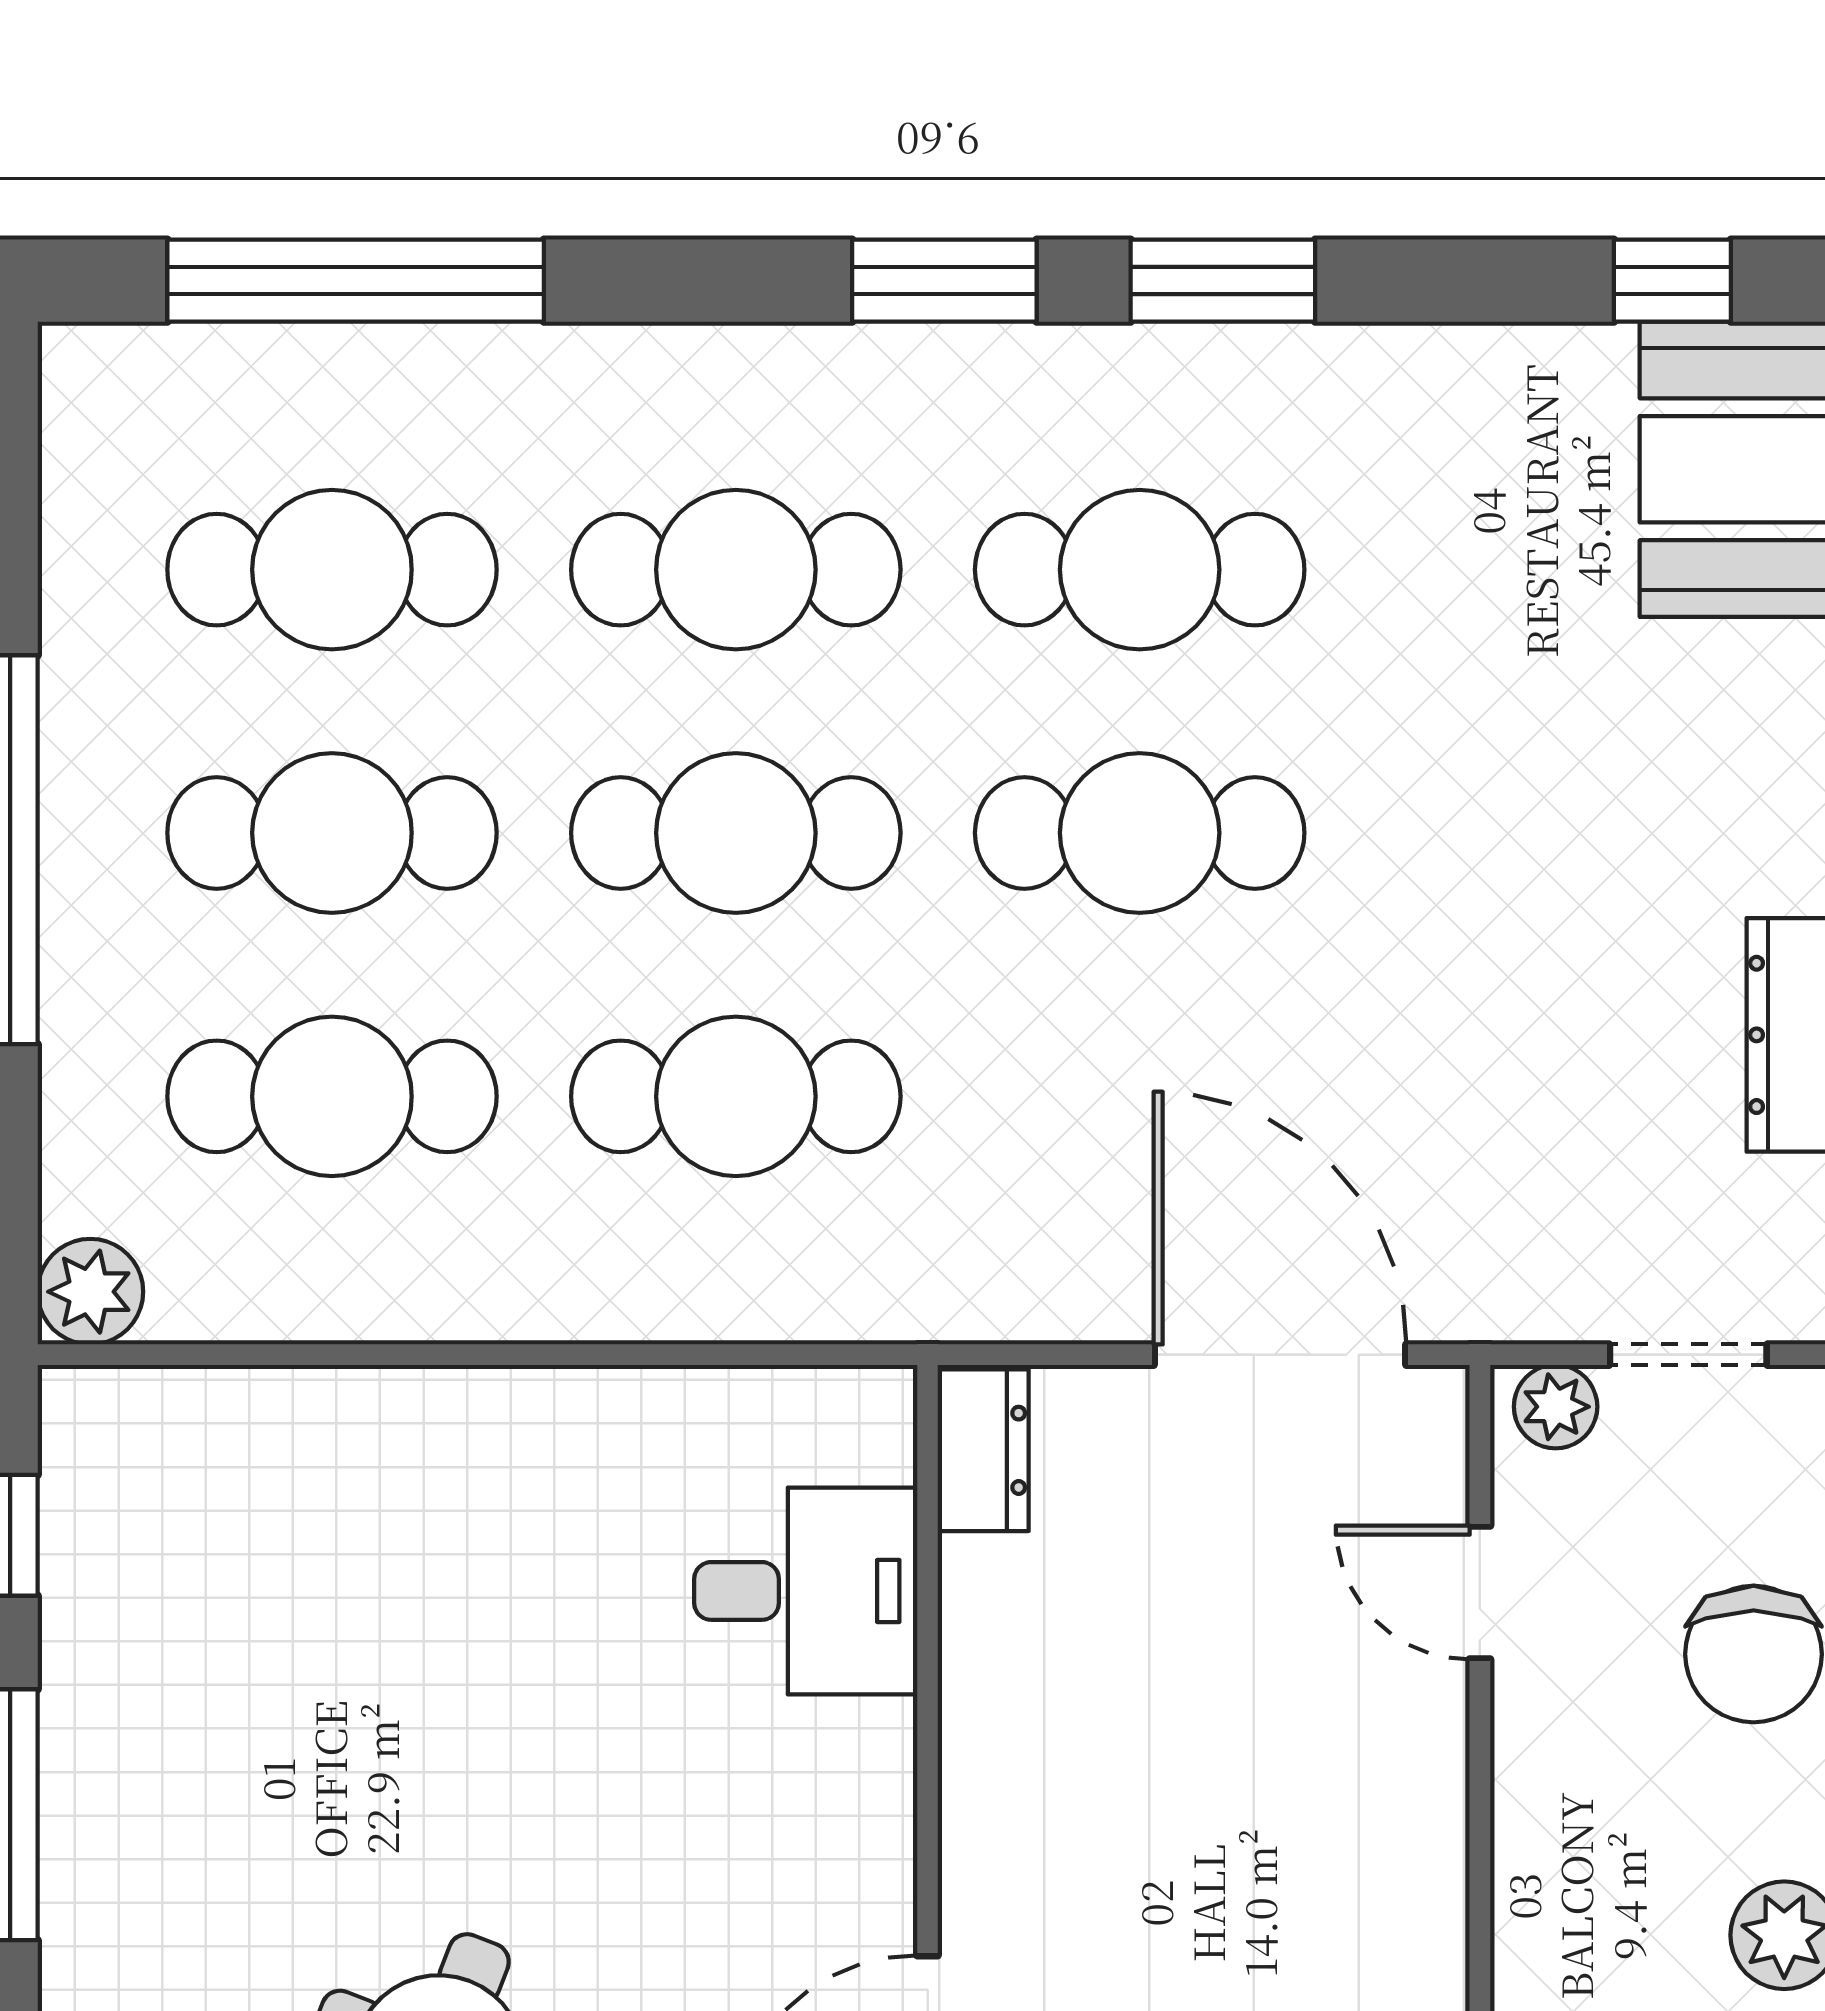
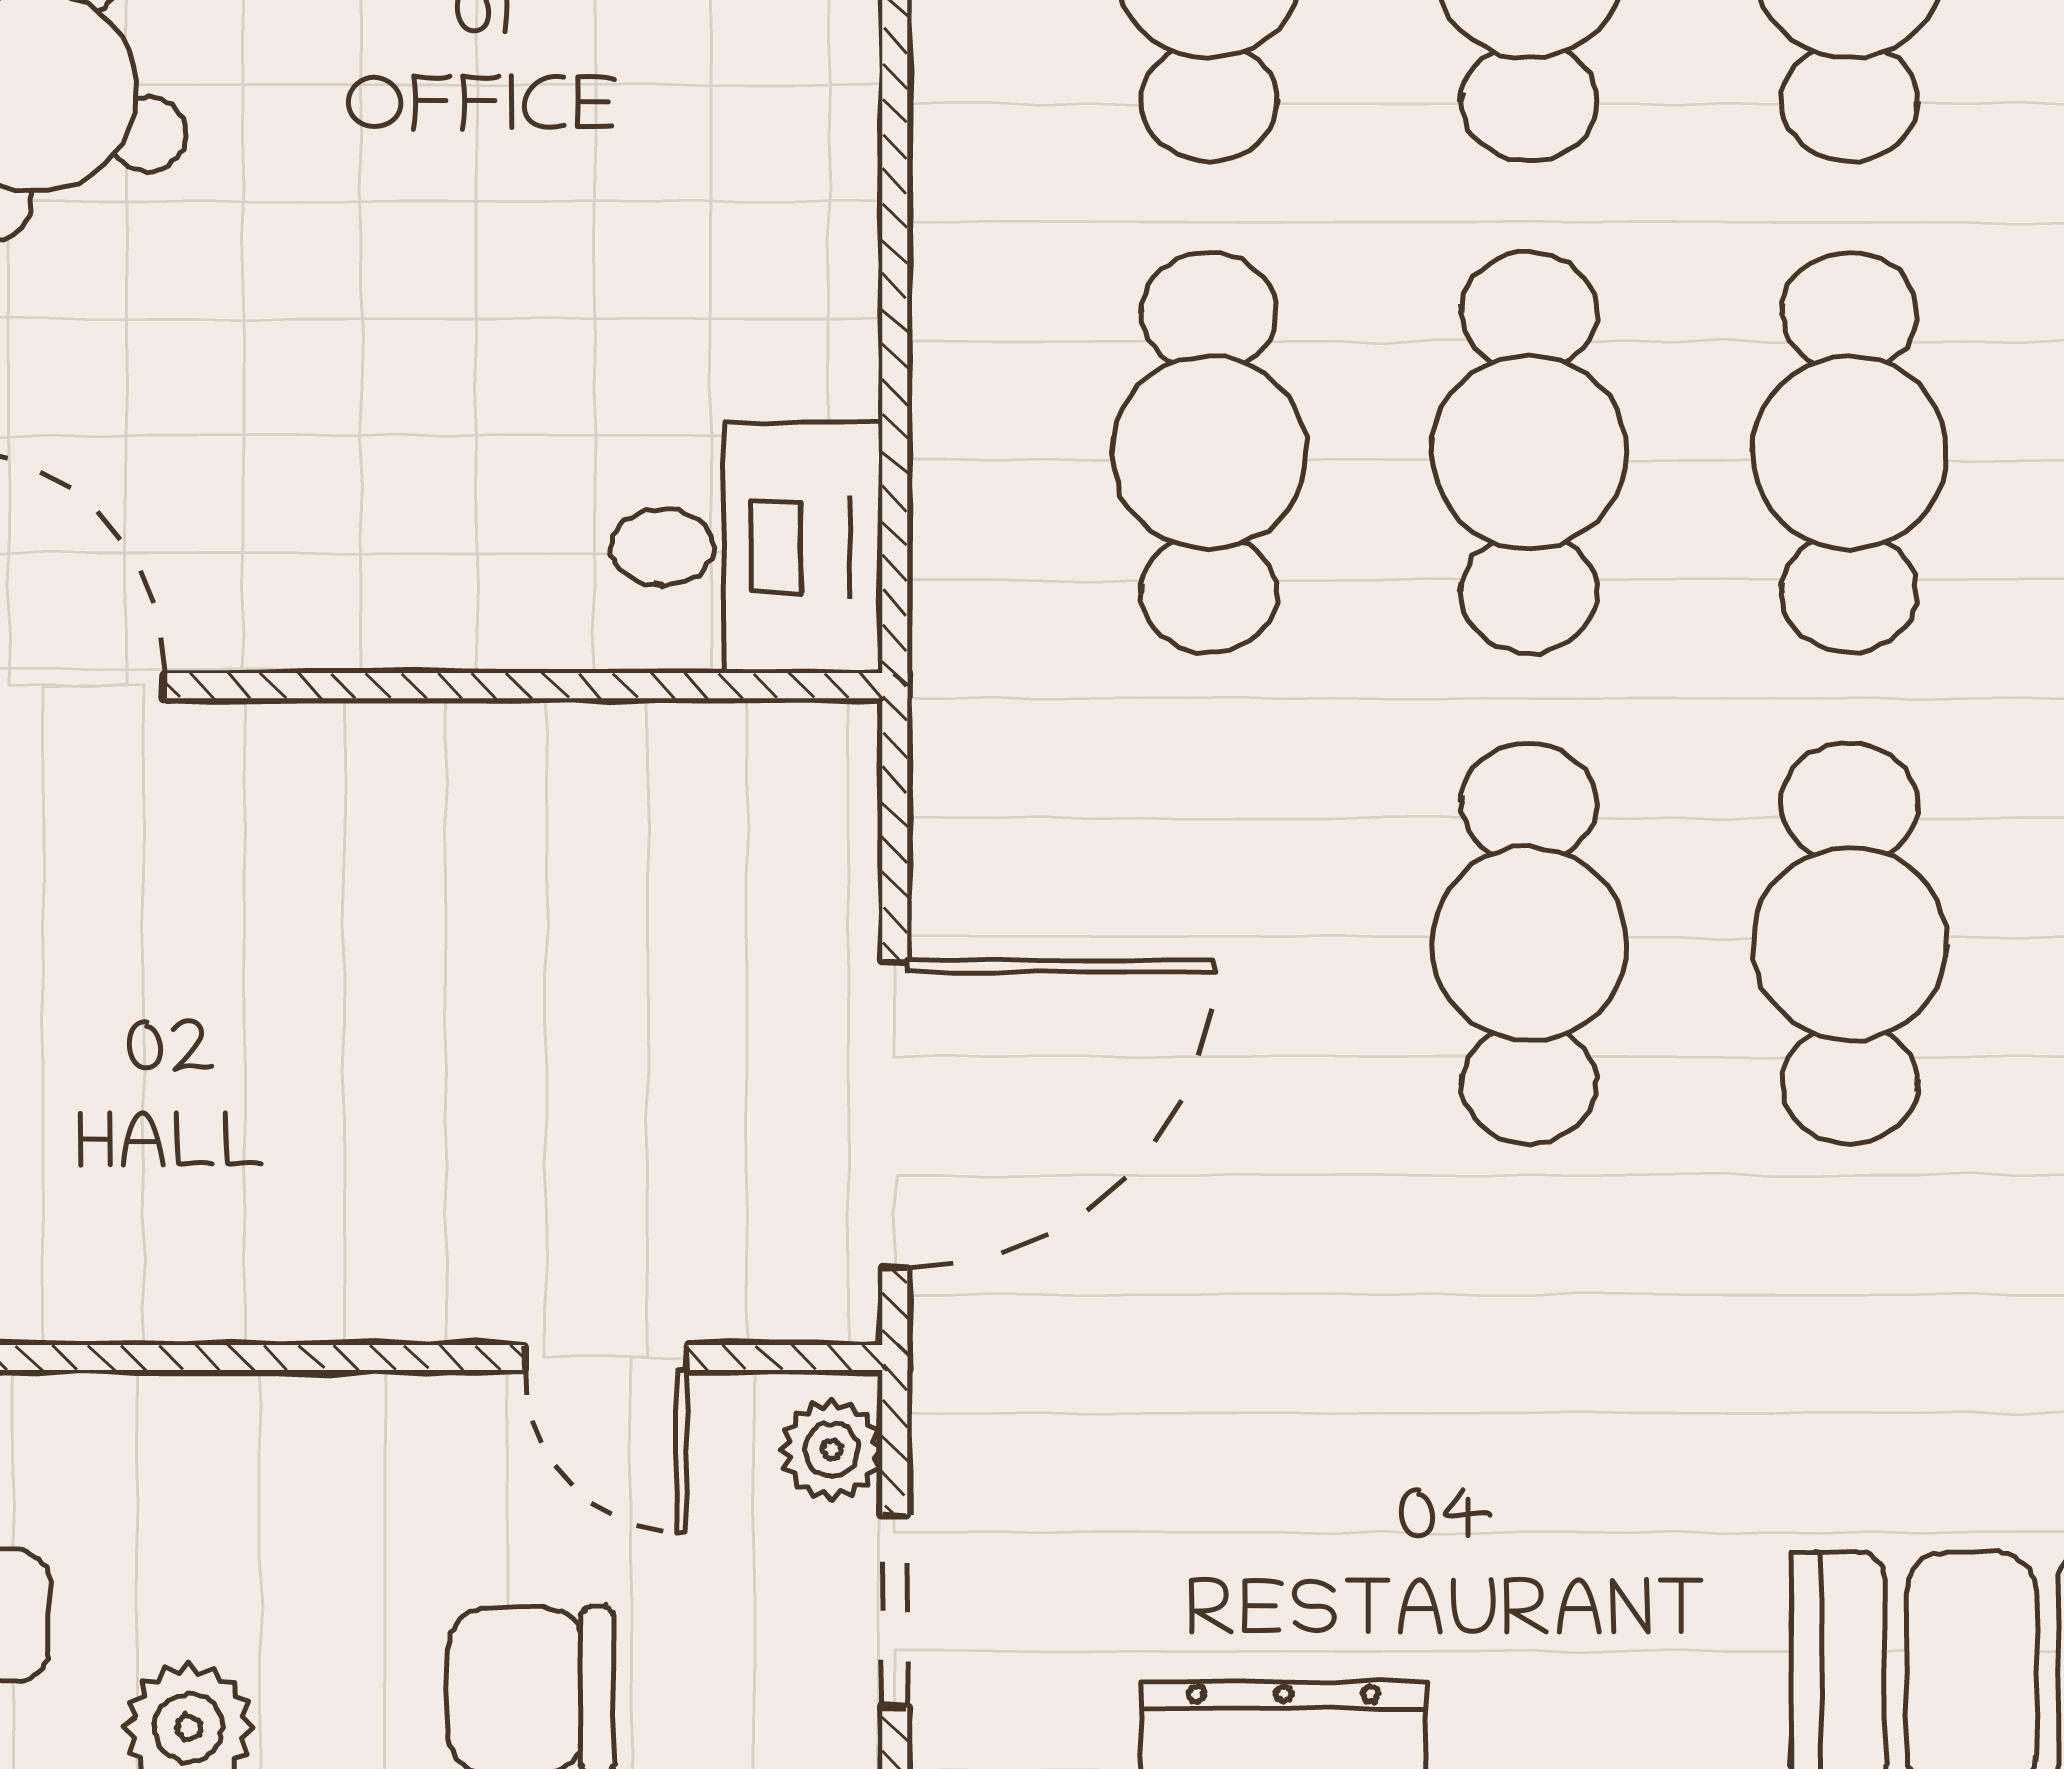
dresser: (983, 1450) -> (778, 753), removed
desk: (806, 1591) -> (747, 547), moved, turned -90
door: (1480, 1592) -> (606, 1357), swing flipped

